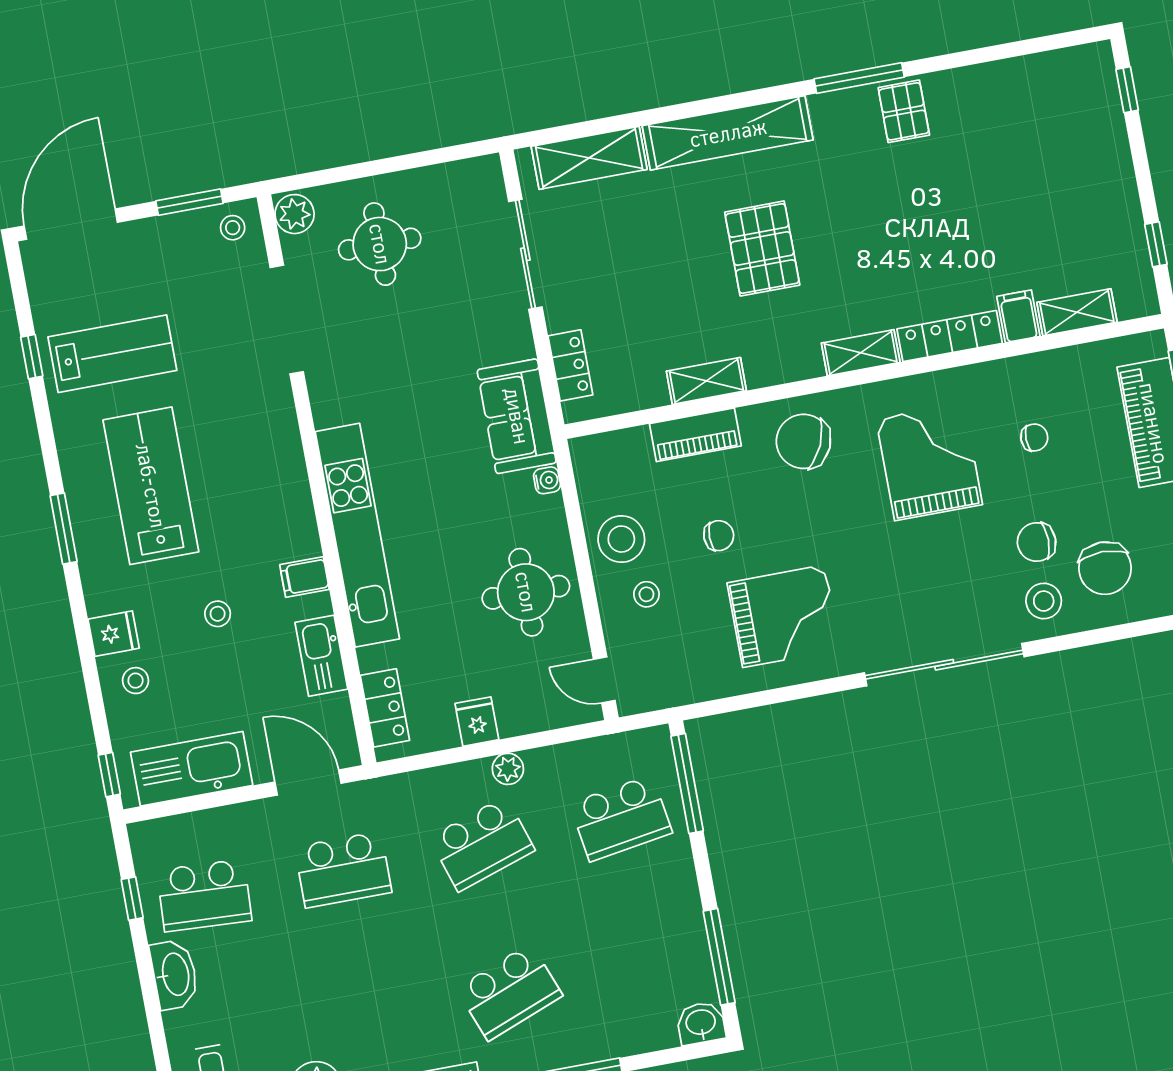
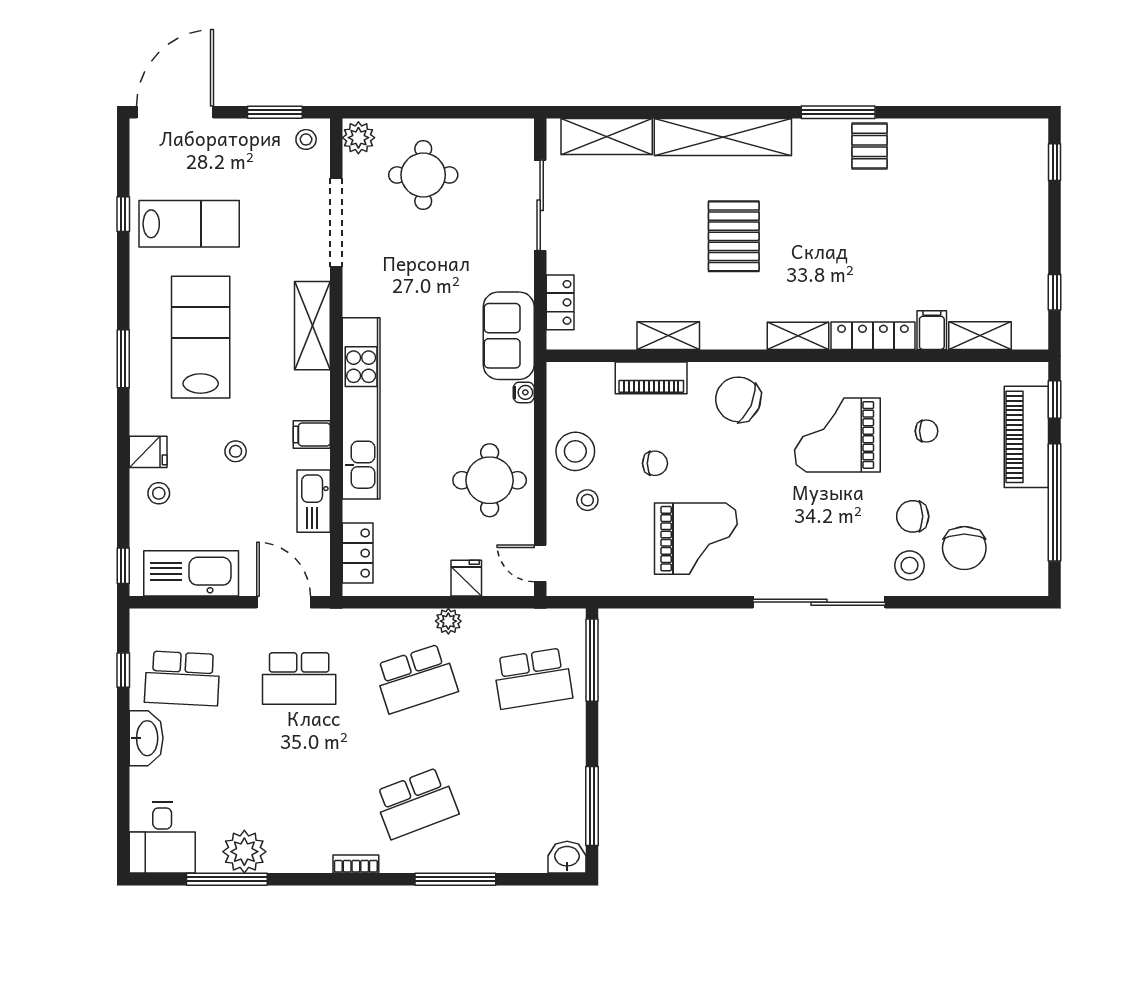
shelving: (281, 448) -> (312, 326), added
grand piano: (929, 462) -> (837, 435), turned -90
fridge: (477, 722) -> (466, 578), moved

